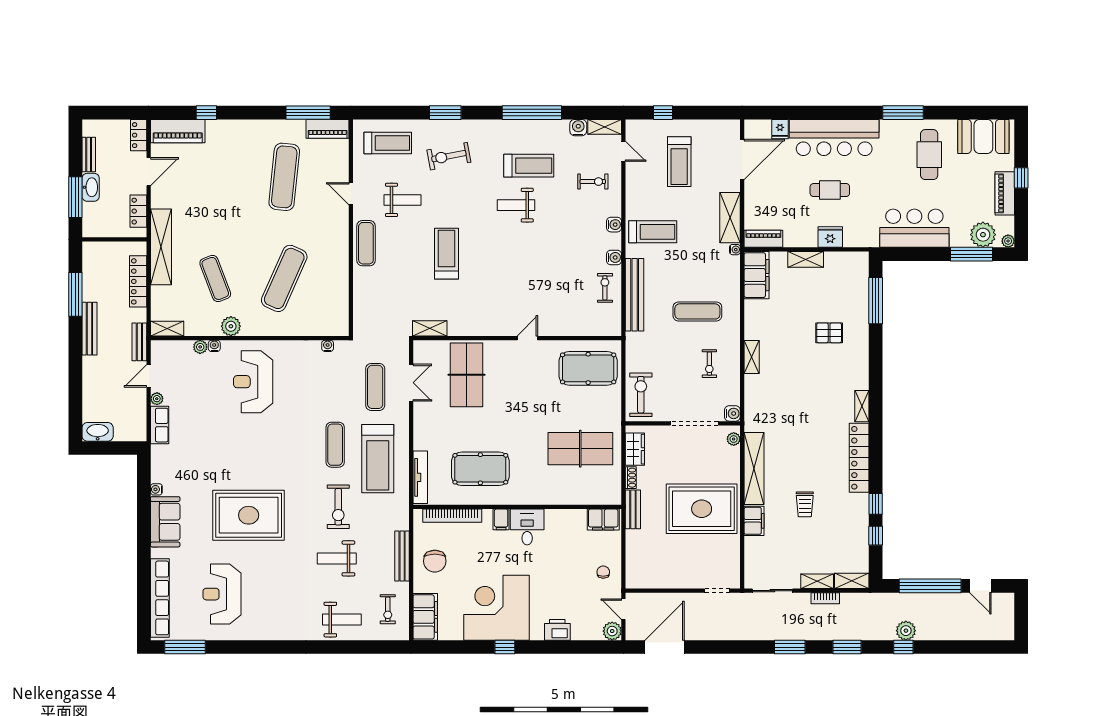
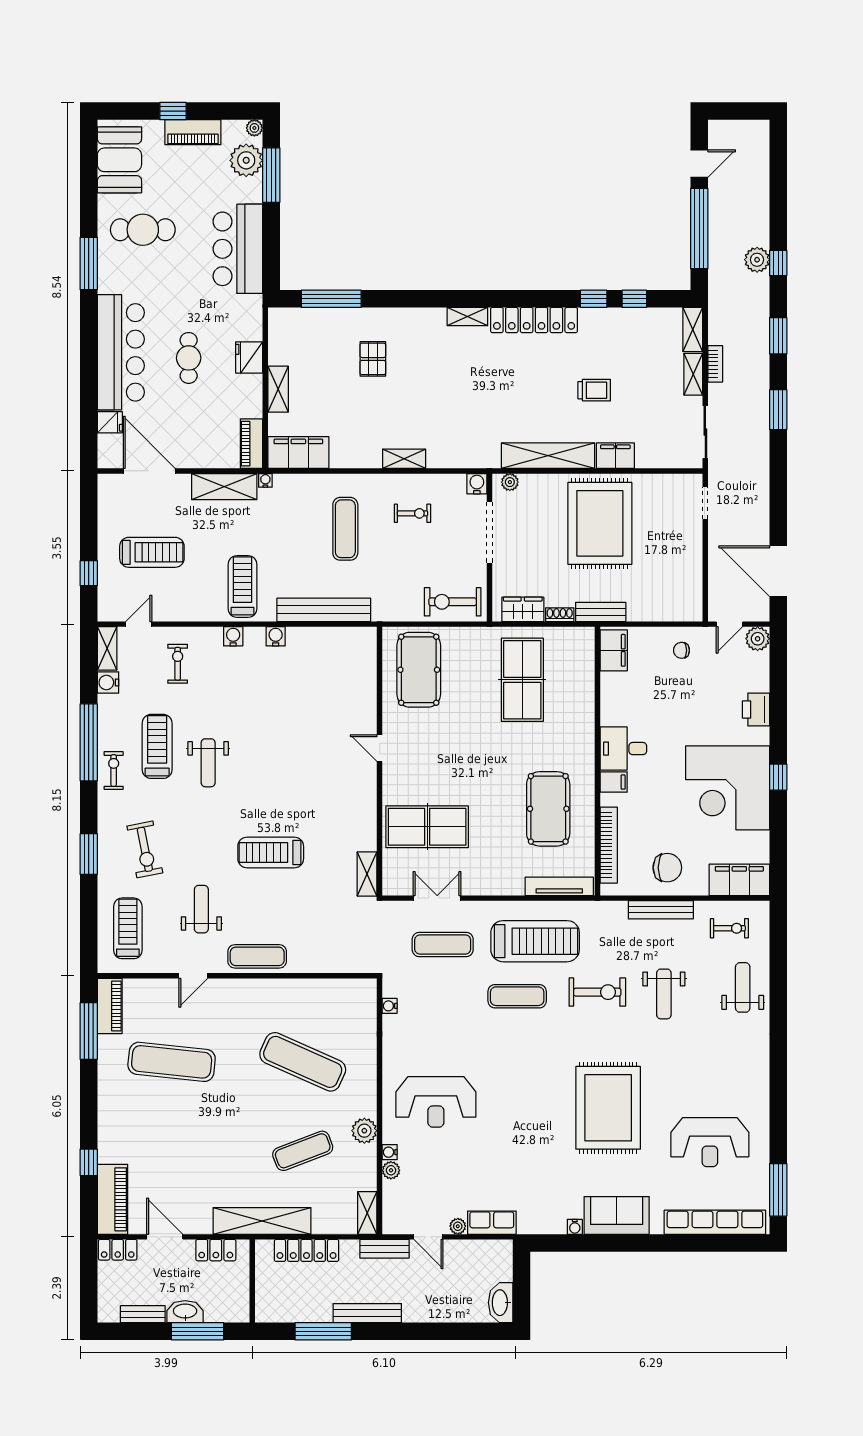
exercise bike: (605, 288) -> (114, 771), moved, turned 90

